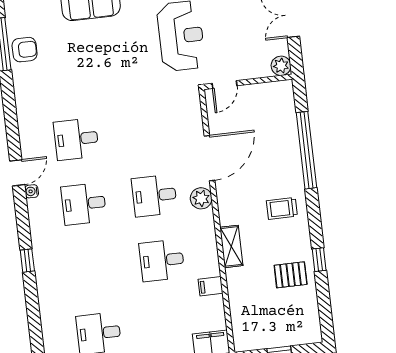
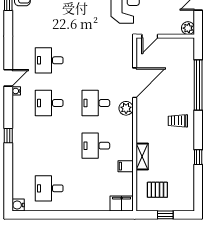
shelving: (231, 246) -> (142, 157), moved
pallet: (291, 275) -> (157, 190), moved

